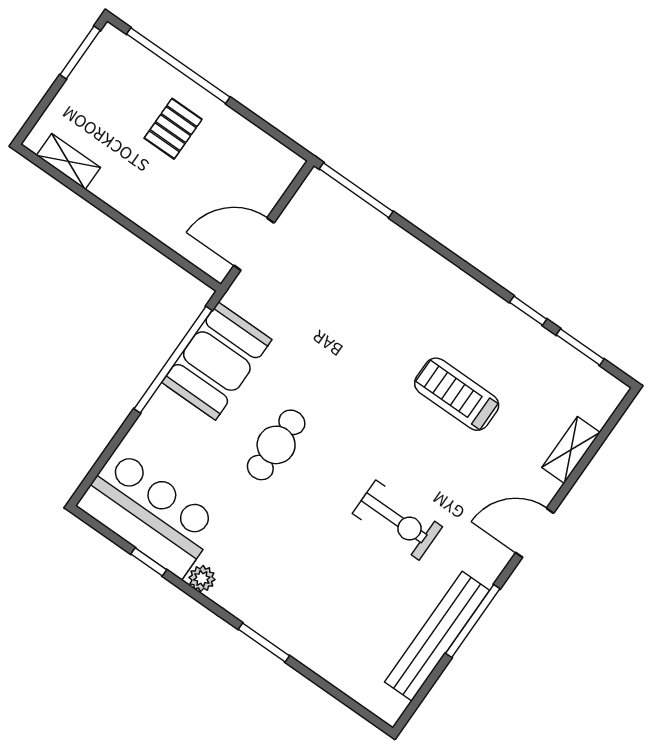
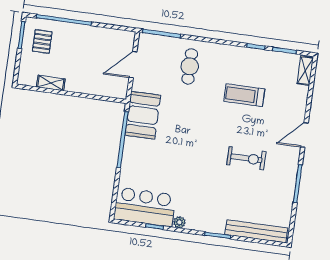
pallet: (173, 129) -> (42, 41), moved
shelving: (68, 162) -> (51, 83), moved
door: (254, 244) -> (133, 65), moved
booth: (217, 361) -> (143, 115), moved
cafe table: (276, 445) -> (190, 66), moved
shelving: (571, 450) -> (305, 71), moved
bench: (437, 636) -> (256, 231), moved, turned 90

